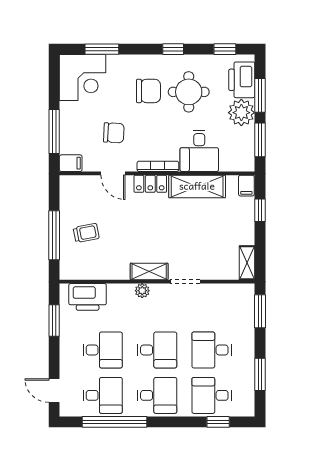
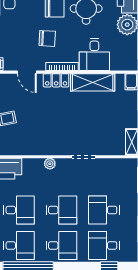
chair: (114, 133) -> (47, 38), moved
shelving: (149, 271) -> (55, 149), removed

